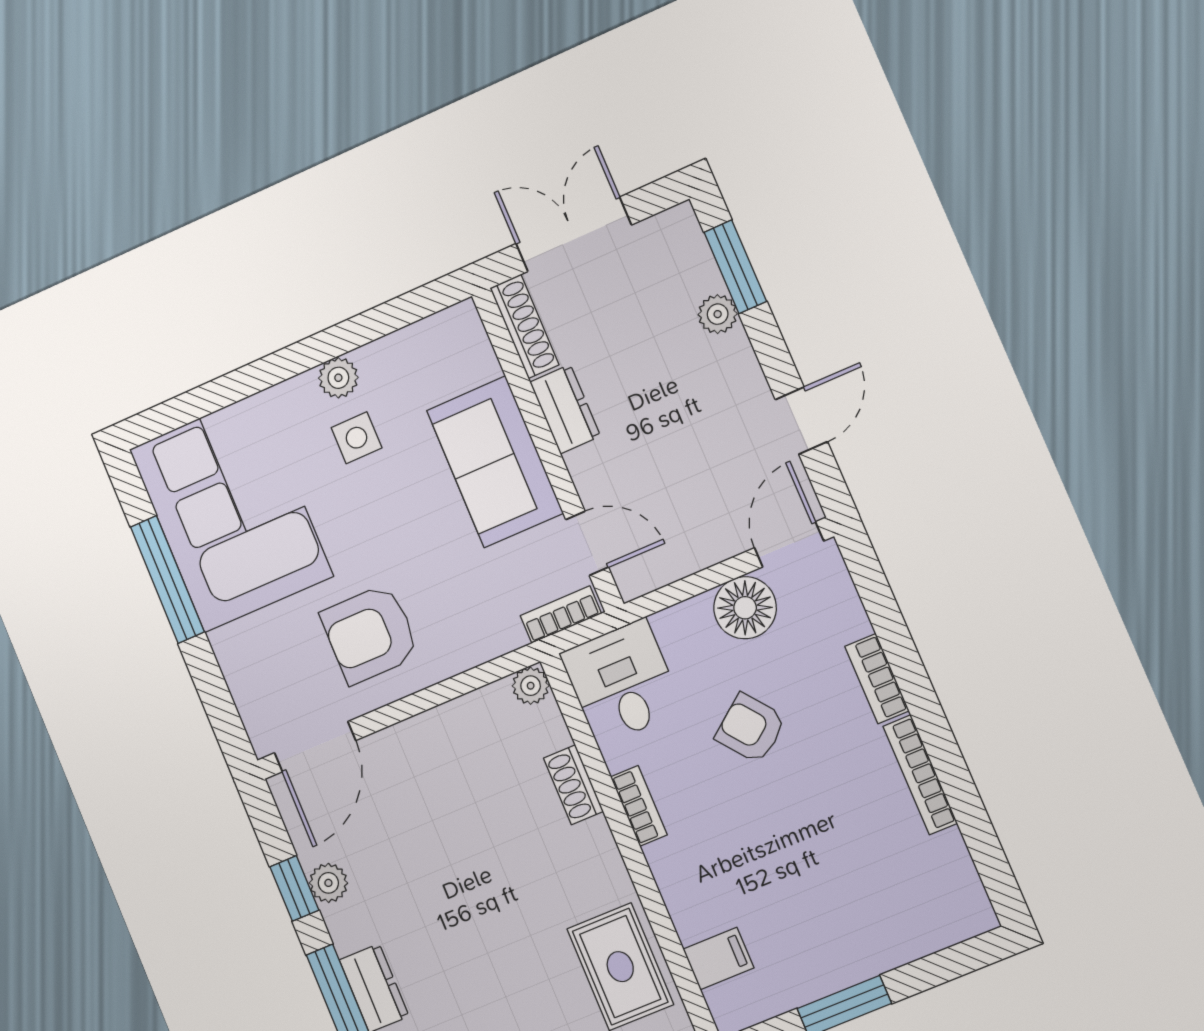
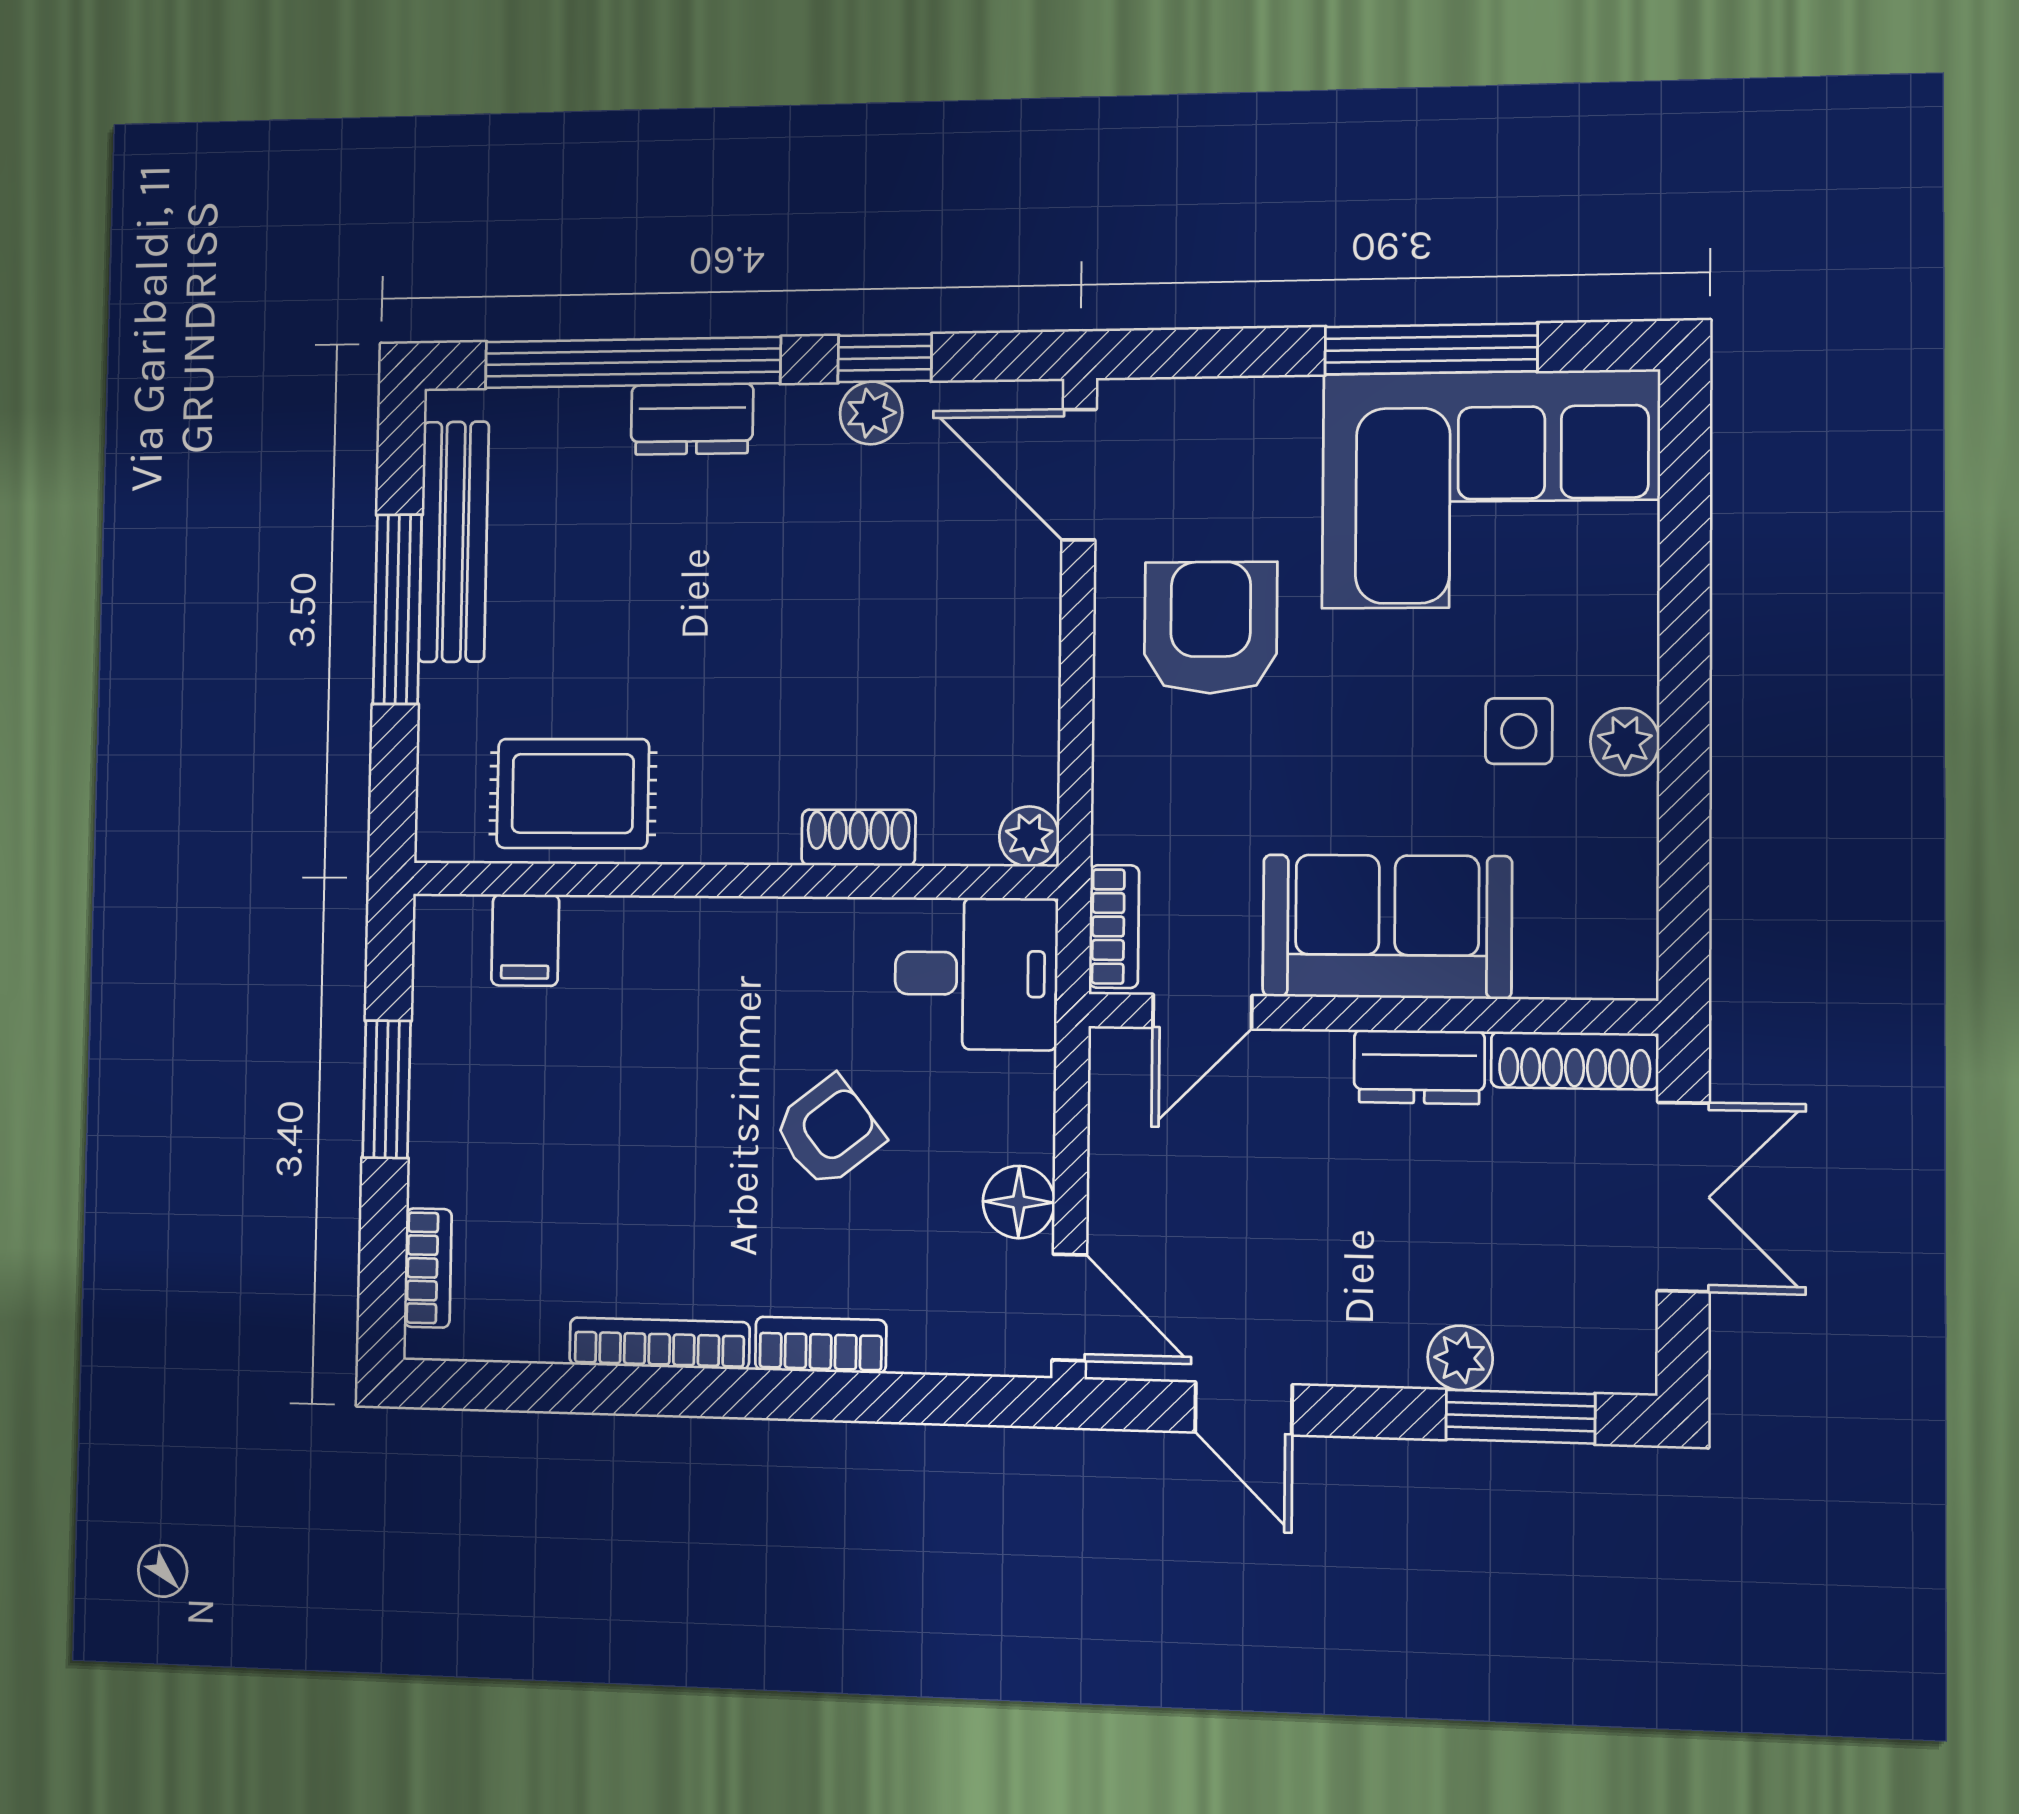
floor lamp: (745, 608) -> (1019, 1202), width x0.73, depth x0.73
bookcase: (639, 806) -> (428, 1268), moved, turned -90

